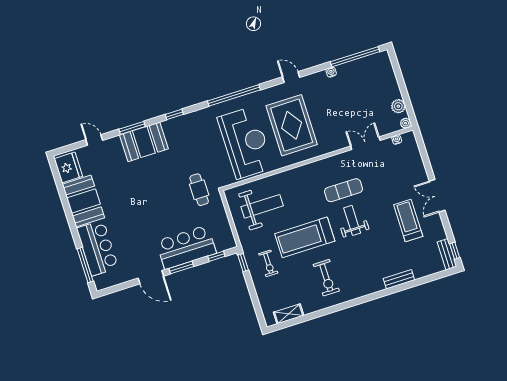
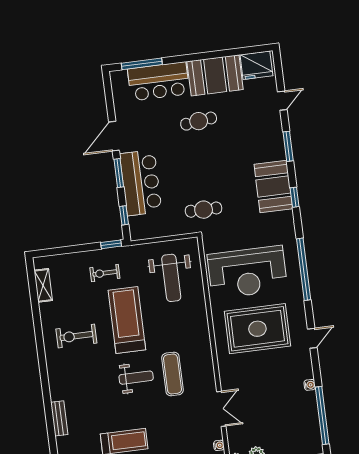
booth: (144, 142) -> (273, 186), moved
cafe table: (125, 208) -> (199, 121), added

